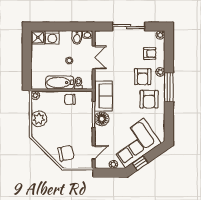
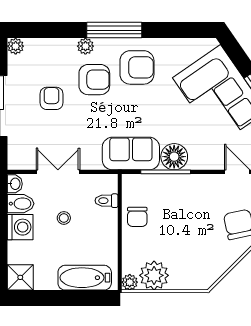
washing machine: (52, 37) -> (20, 227), moved
armchair: (150, 53) -> (51, 98), moved
bathtub: (60, 82) -> (85, 278), moved, turned 90
plant: (39, 119) -> (154, 275), moved

